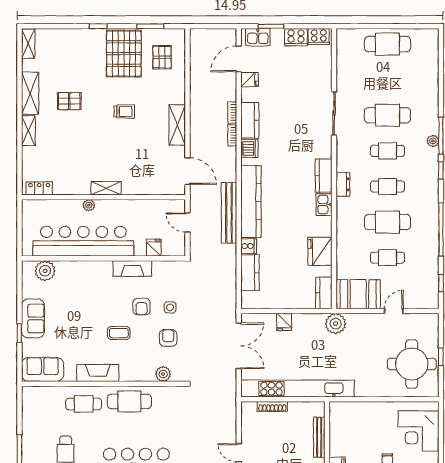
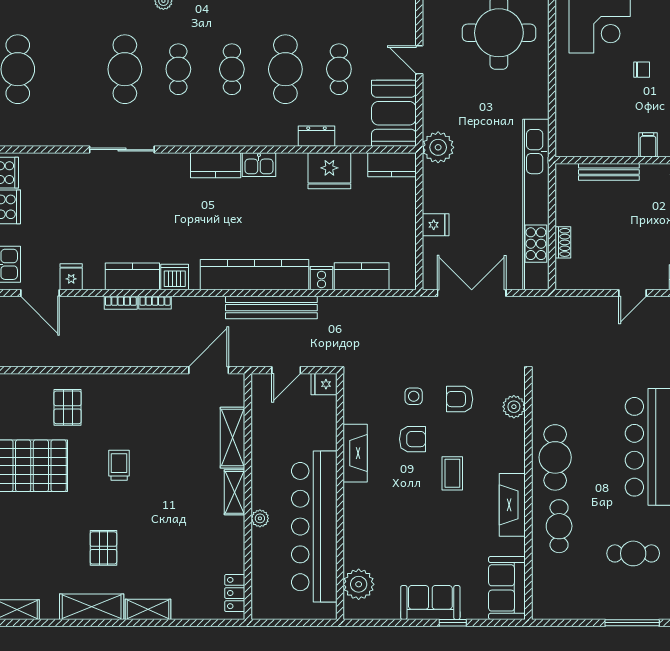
pallet: (162, 57) -> (68, 407), moved, turned 90
shelving: (177, 125) -> (233, 438), moved, turned 90
dresser: (343, 184) -> (317, 136), moved
fridge: (154, 248) -> (324, 384), moved
shoe rack: (272, 407) -> (563, 242), width x0.70

